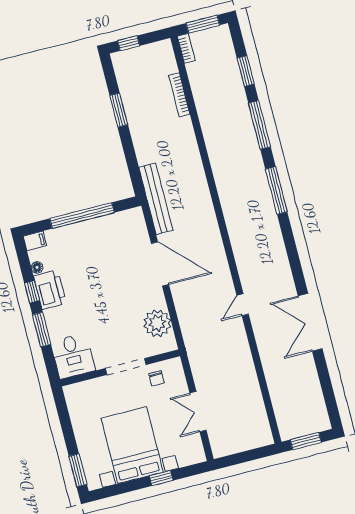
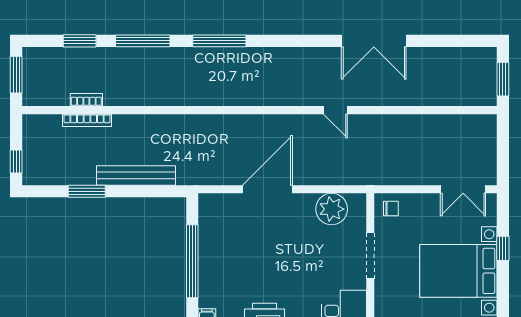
bookcase: (186, 48) -> (86, 100), moved
bench: (156, 199) -> (136, 175), moved
chair: (157, 378) -> (391, 208), moved
double door: (198, 412) -> (463, 189), moved

